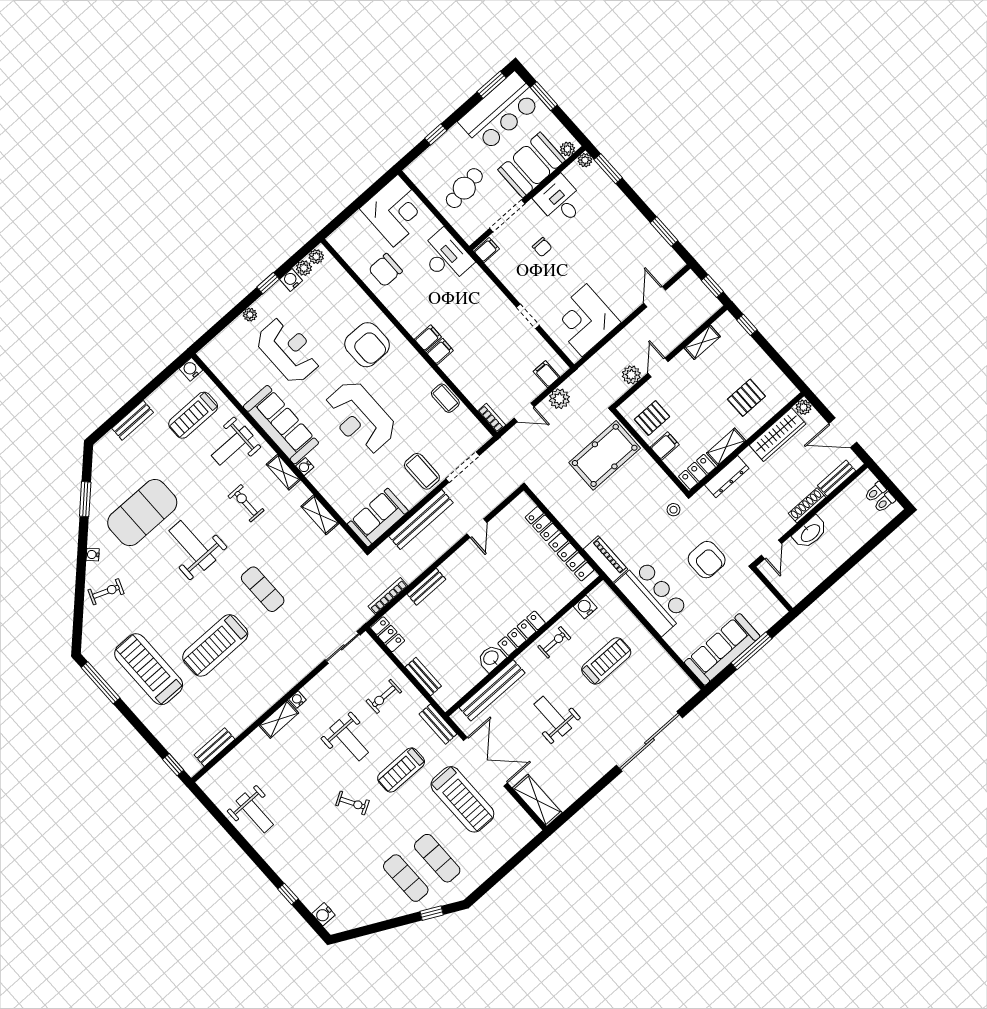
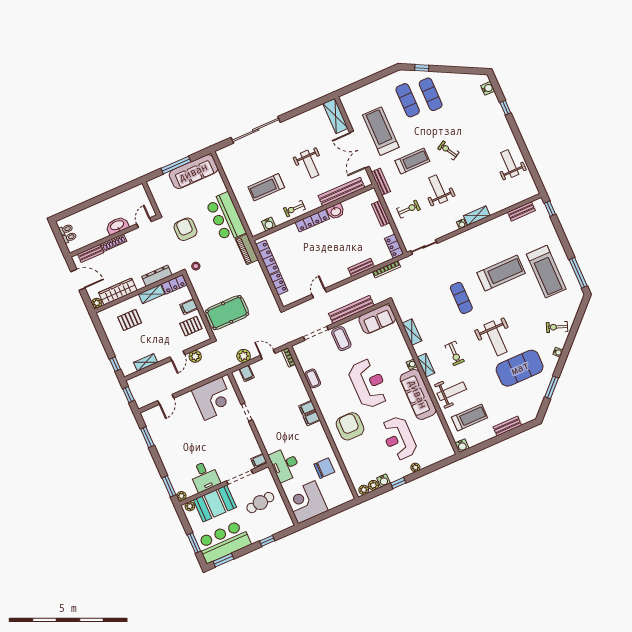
chair: (542, 247) -> (224, 451), removed

